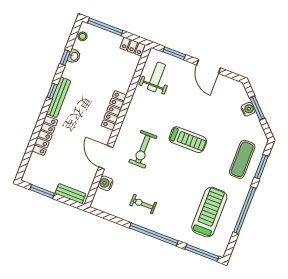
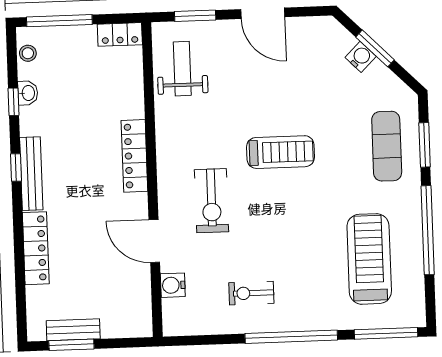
bench: (70, 194) -> (73, 330), moved

